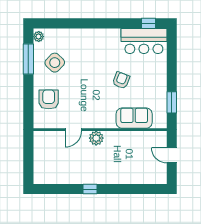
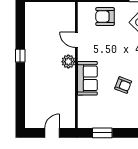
armchair: (49, 99) -> (105, 17), turned 180
sofa: (134, 118) -> (87, 78), moved

